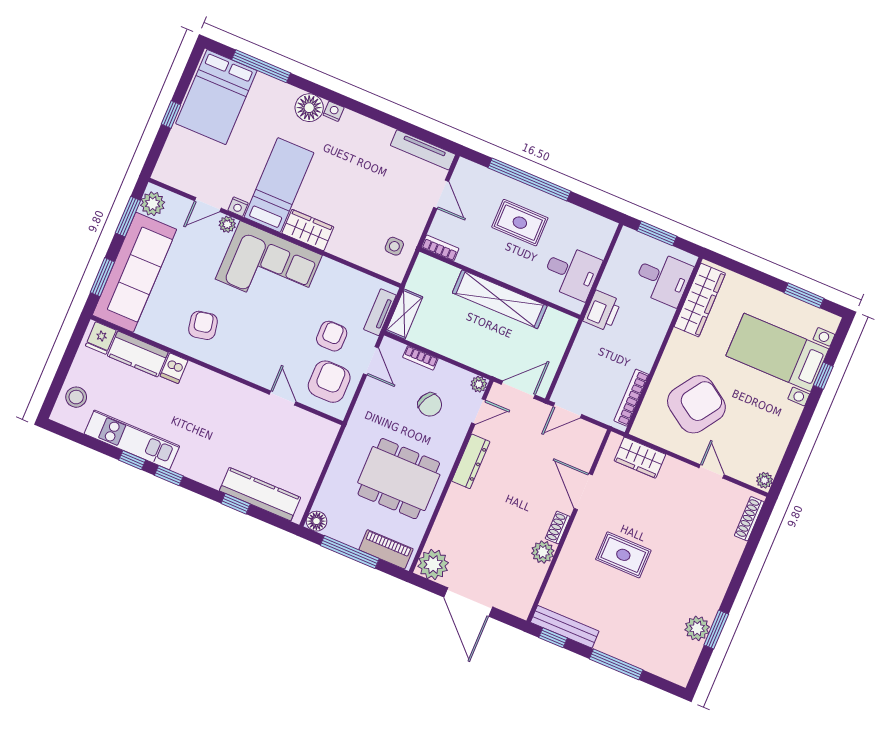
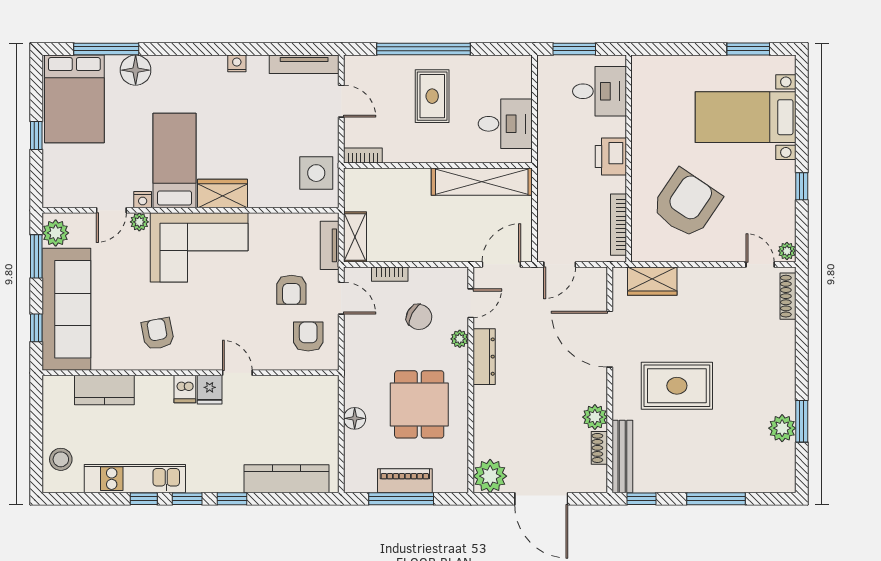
floor lamp: (309, 108) -> (136, 70), moved
nightstand: (334, 111) -> (237, 63), moved
rug: (520, 223) -> (432, 96), turned 90
side table: (394, 246) -> (316, 173), width x1.87, depth x1.87
window: (102, 277) -> (36, 328), width x0.67
shelving: (500, 299) -> (482, 182), moved
wardrobe: (700, 300) -> (646, 98), removed
printer: (602, 311) -> (611, 156), moved, turned 180
armchair: (332, 336) -> (291, 290), turned 180
fridge: (101, 338) -> (210, 390), moved
dishwasher: (174, 368) -> (185, 389), moved
window: (823, 376) -> (802, 186), moved
armchair: (329, 382) -> (308, 337), width x0.72, depth x0.72
plant: (479, 384) -> (460, 339), moved
door: (283, 398) -> (237, 373), moved
door: (712, 471) -> (760, 264), moved
dining table: (399, 479) -> (419, 404), width x0.73
door: (583, 492) -> (610, 339), width x1.36
window: (236, 504) -> (232, 499), moved
floor lamp: (316, 521) -> (355, 418), moved
shoe rack: (558, 528) -> (599, 448), moved
piano: (386, 549) -> (405, 481), moved
rug: (623, 555) -> (677, 386), width x1.36, depth x1.43
bench: (565, 627) -> (622, 456), moved, turned 90

